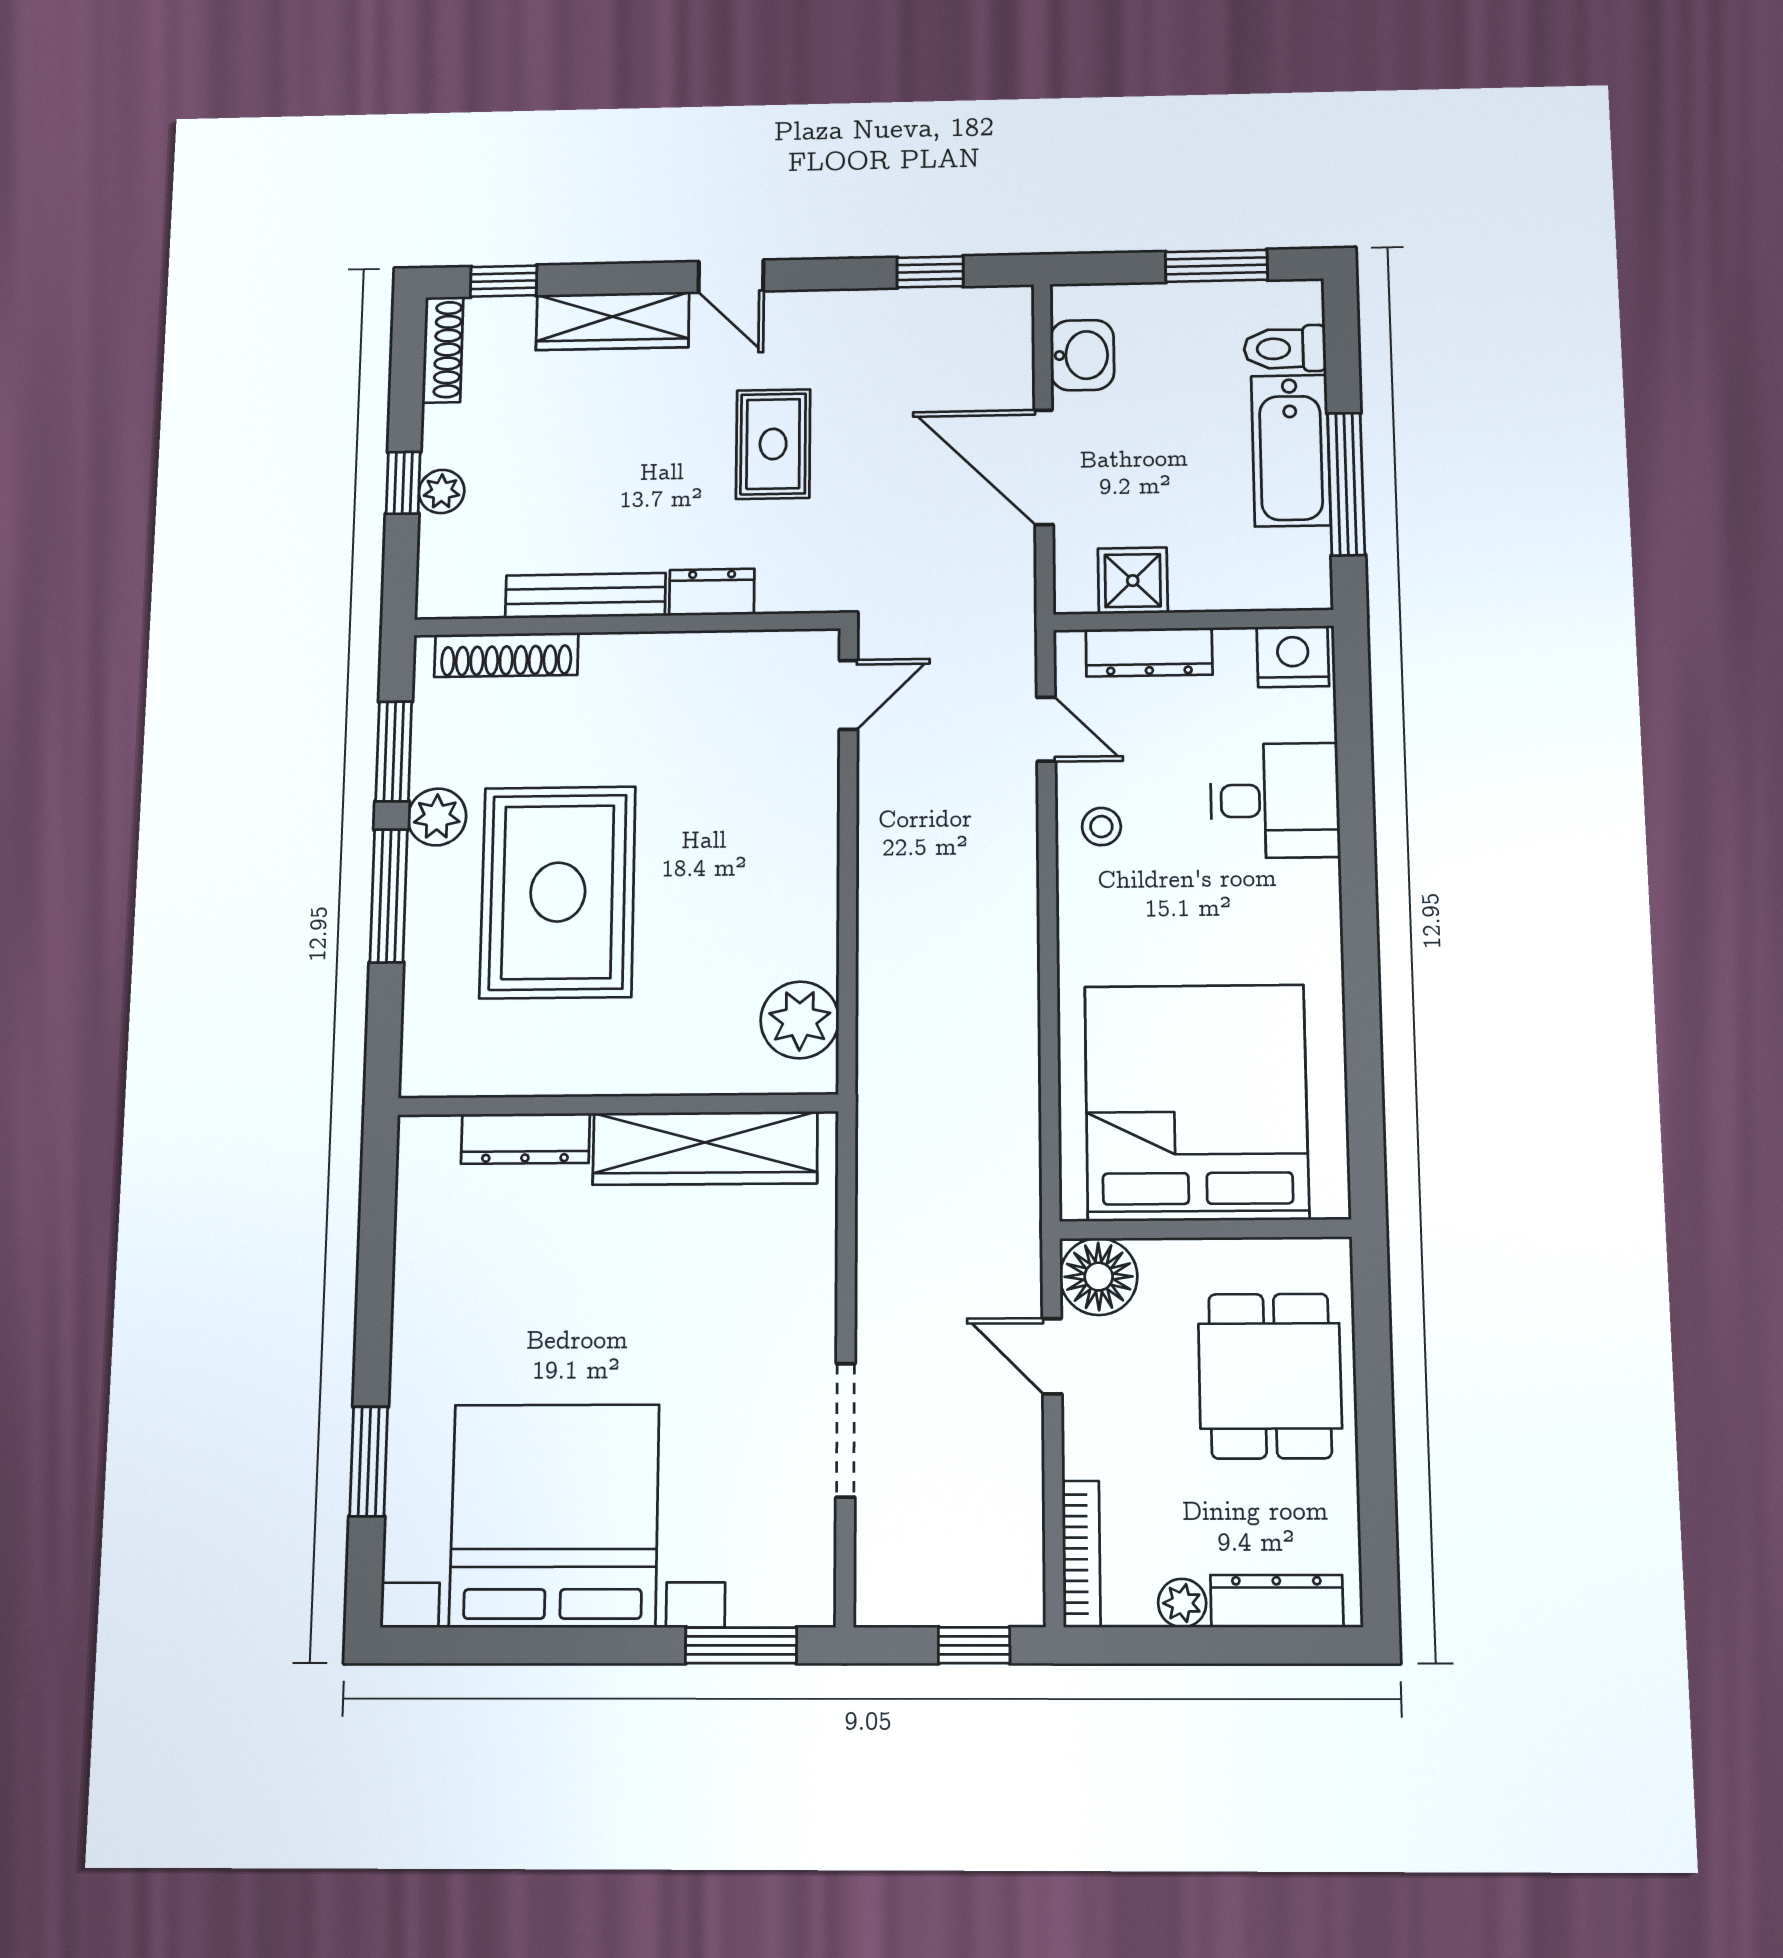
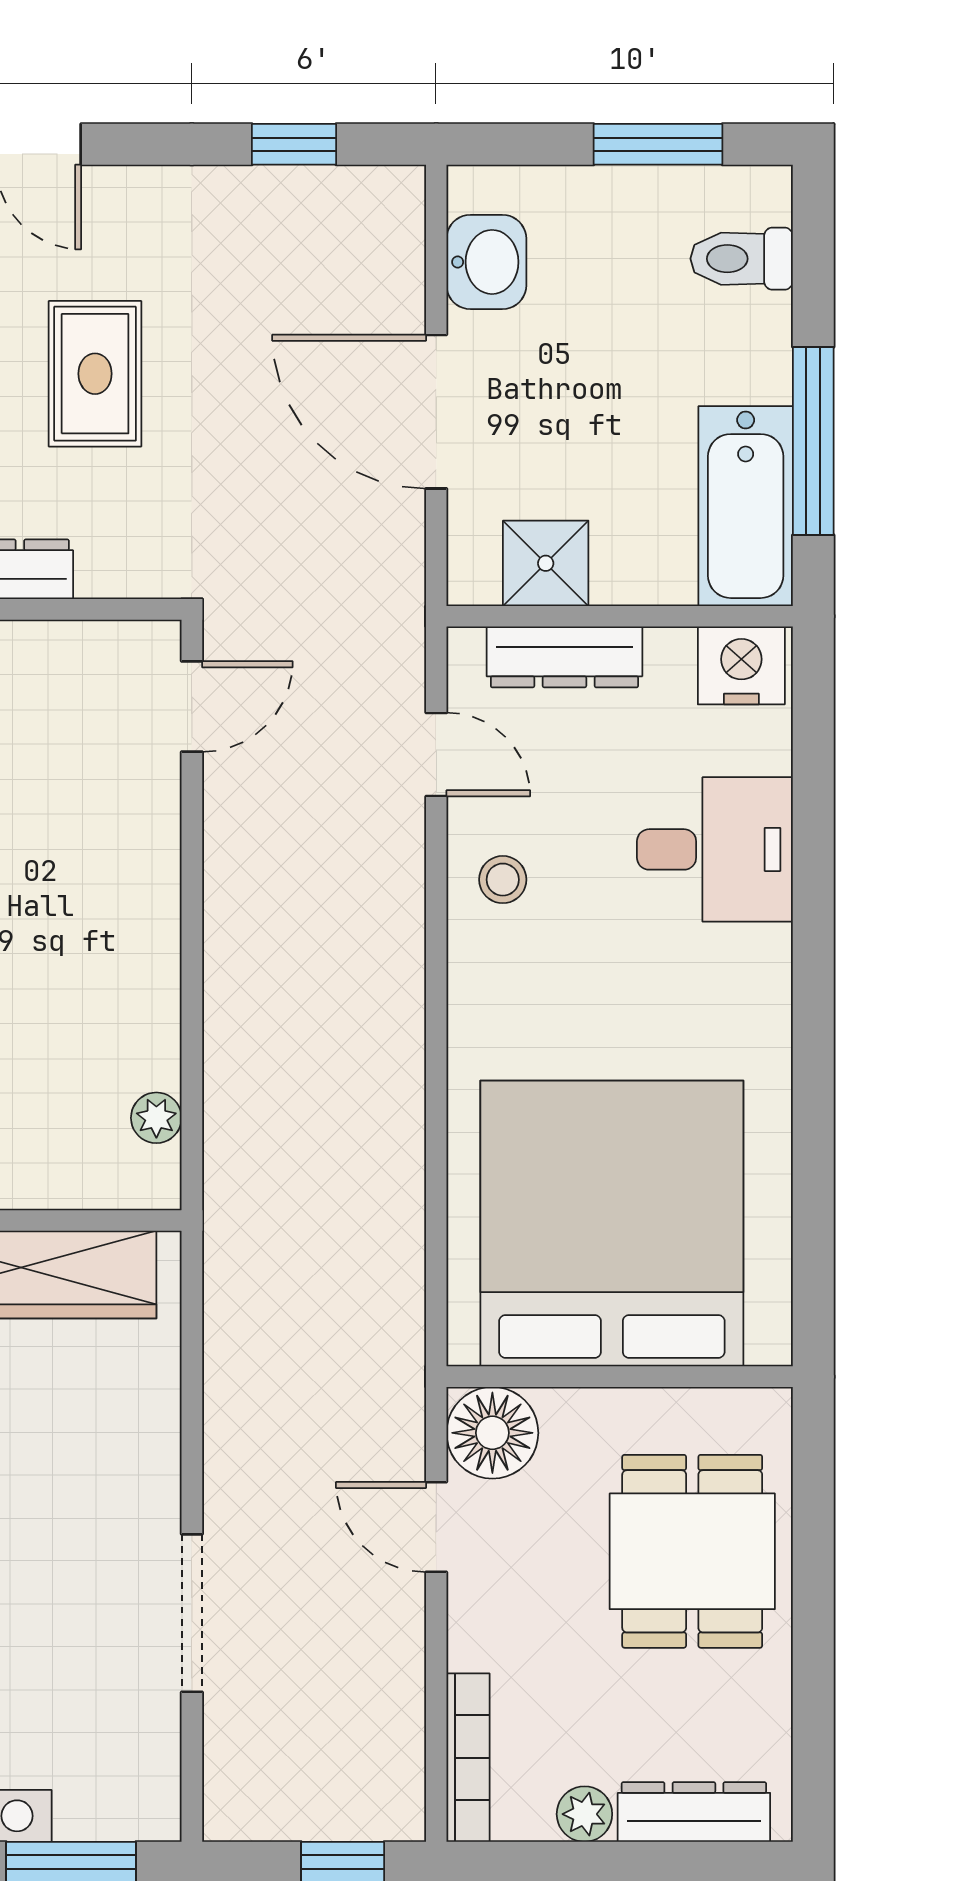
bathtub: (1291, 450) -> (746, 506), moved
plant: (800, 1020) -> (156, 1118), width x0.53, depth x0.53

